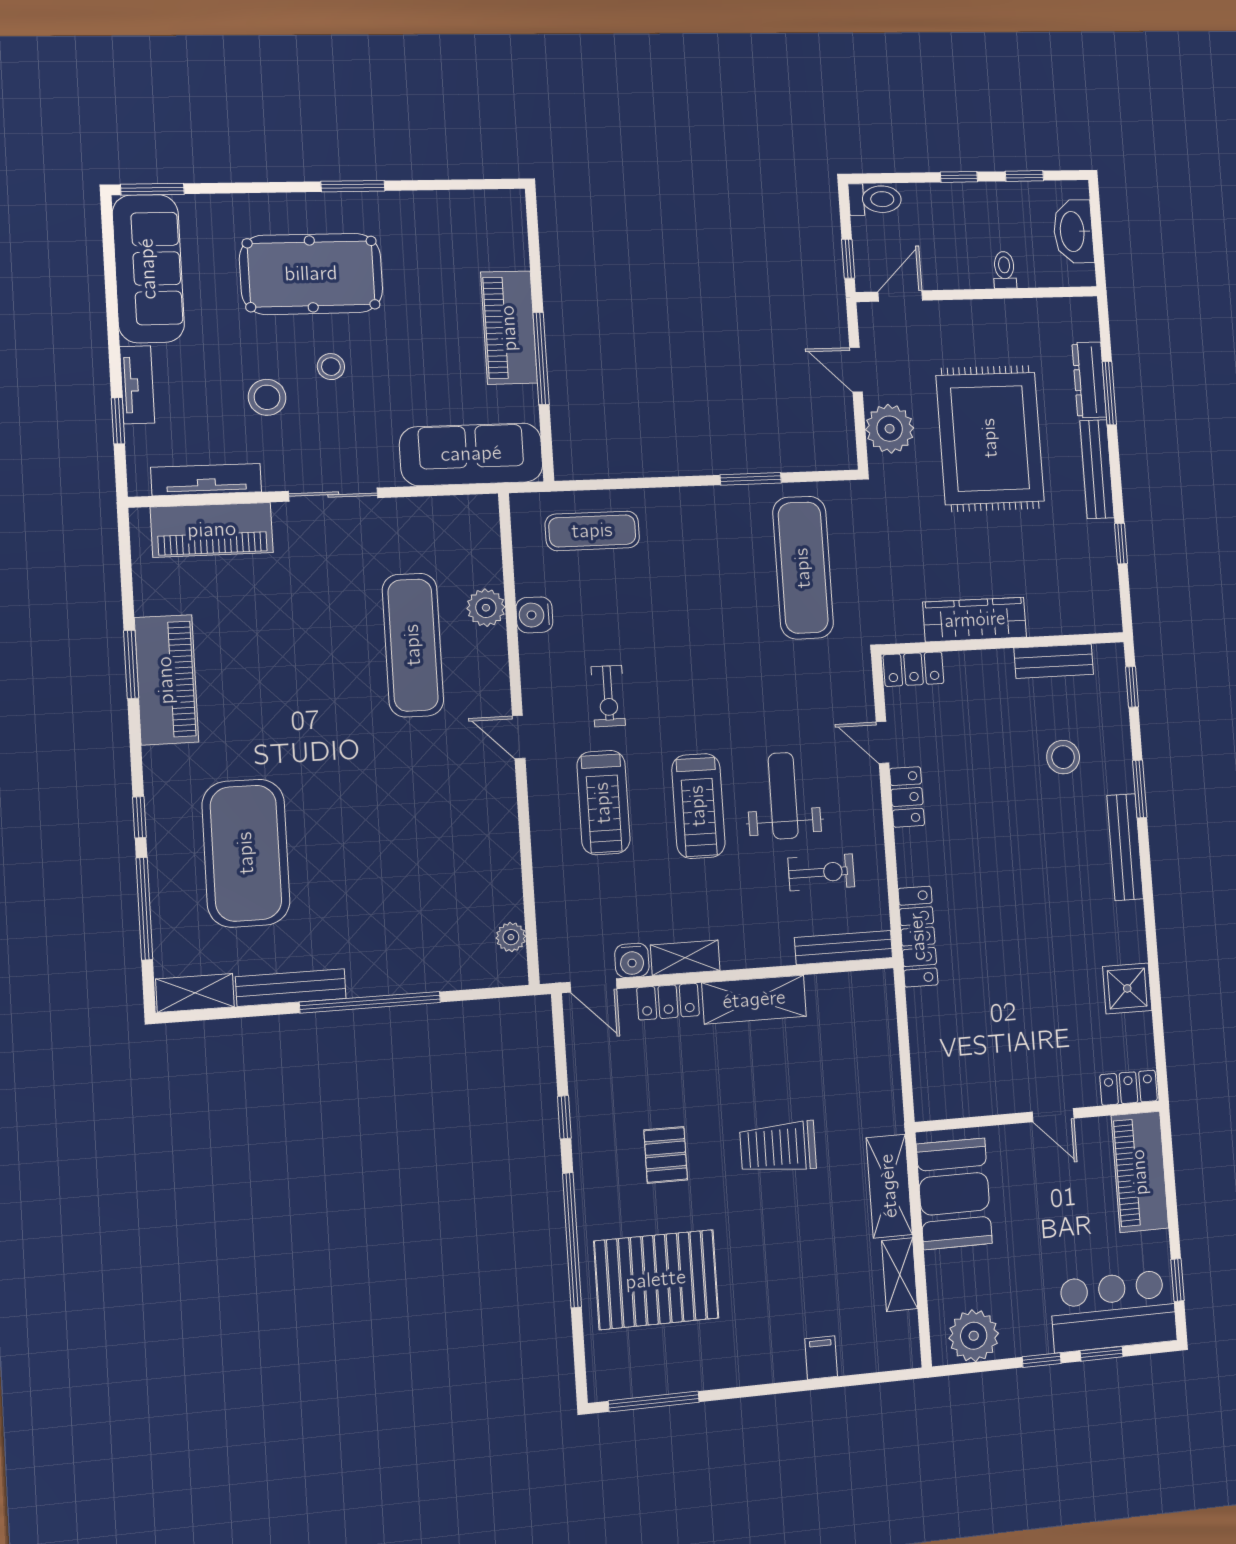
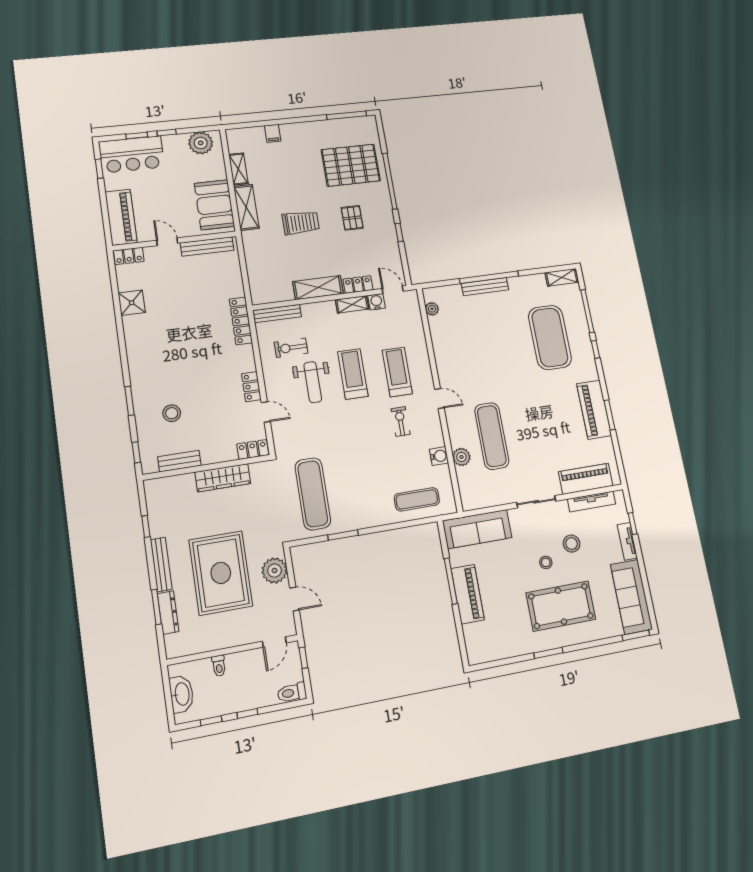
bench: (1125, 847) -> (207, 246), moved, turned 90
bench: (291, 988) -> (485, 287), moved

